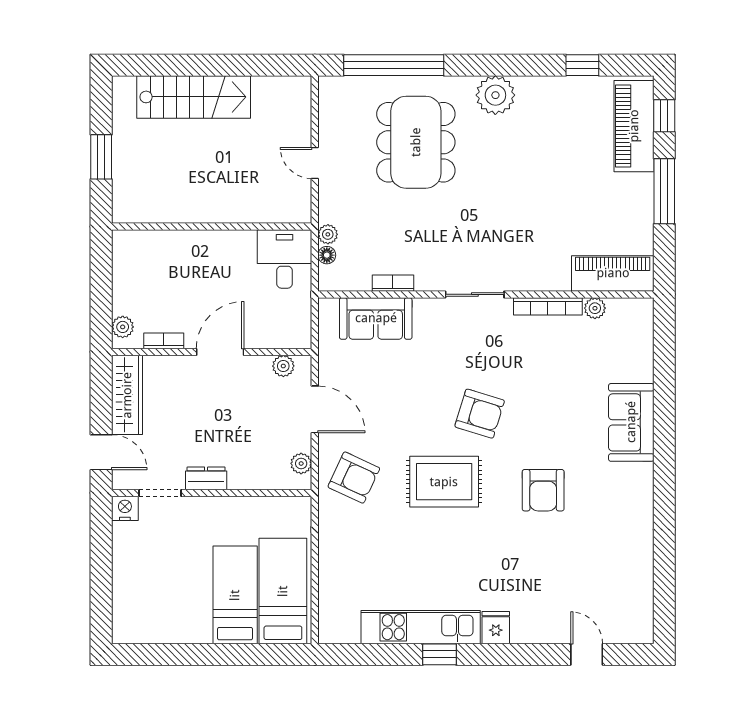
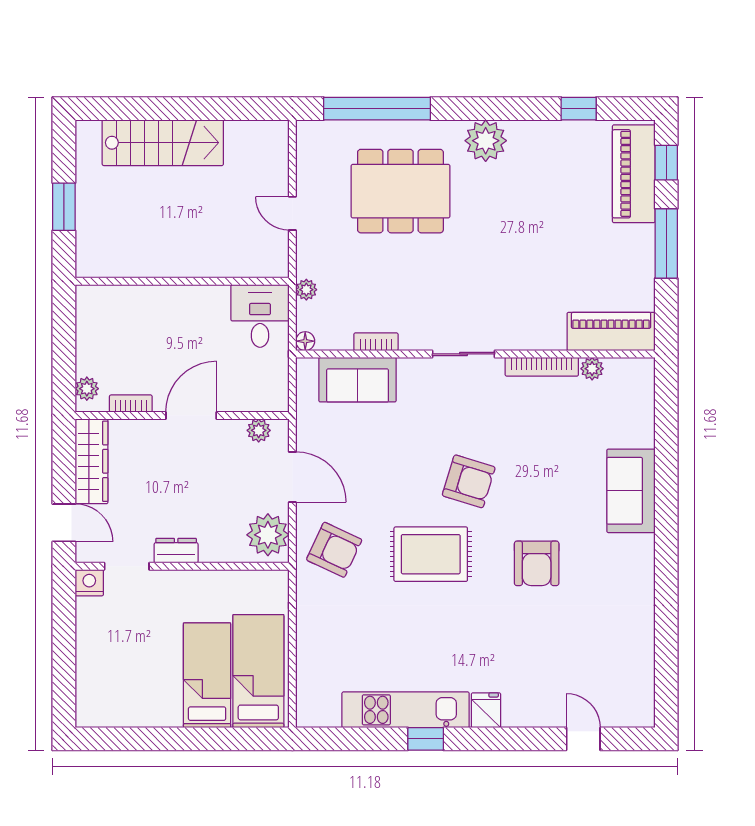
dining table: (416, 142) -> (400, 191), turned 90
floor lamp: (327, 255) -> (305, 341), moved
plant: (301, 463) -> (268, 535), width x1.87, depth x1.87

